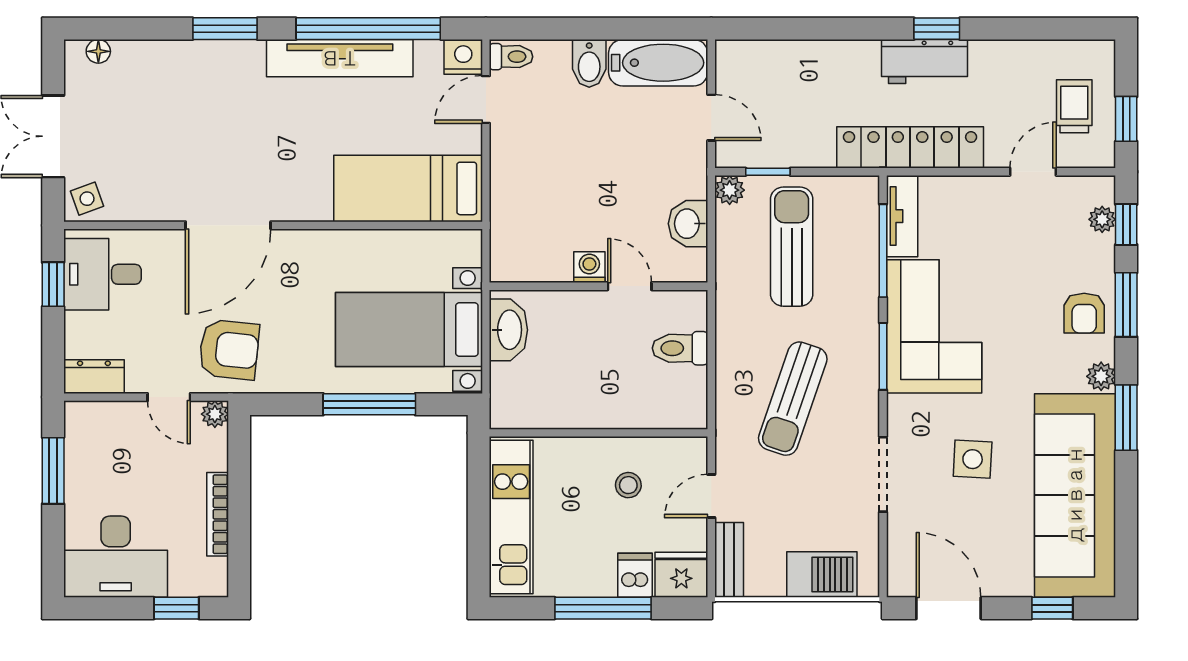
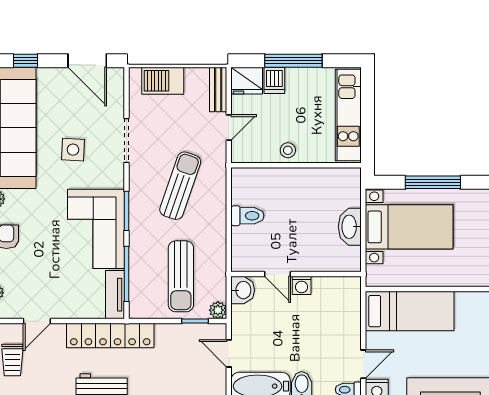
washing machine: (589, 267) -> (302, 285), moved
wall: (599, 286) -> (296, 274), moved
door: (630, 286) -> (278, 274), moved
stool: (628, 485) -> (288, 150), moved

